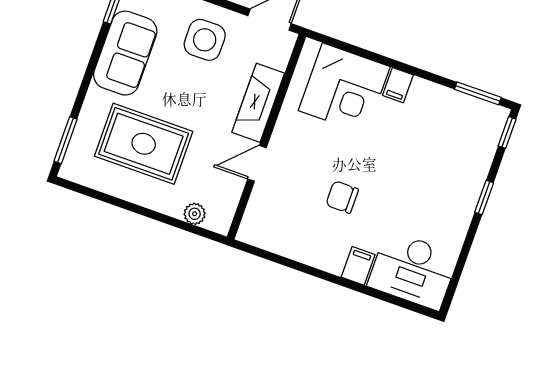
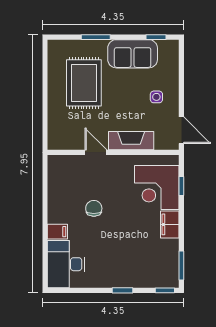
side table: (205, 40) -> (156, 97), width x0.54, depth x0.54
window: (355, 50) -> (181, 186), added
filing cabinet: (398, 85) -> (170, 224), width x2.00
window: (65, 140) -> (96, 37), moved
plant: (195, 214) -> (54, 127), removed

